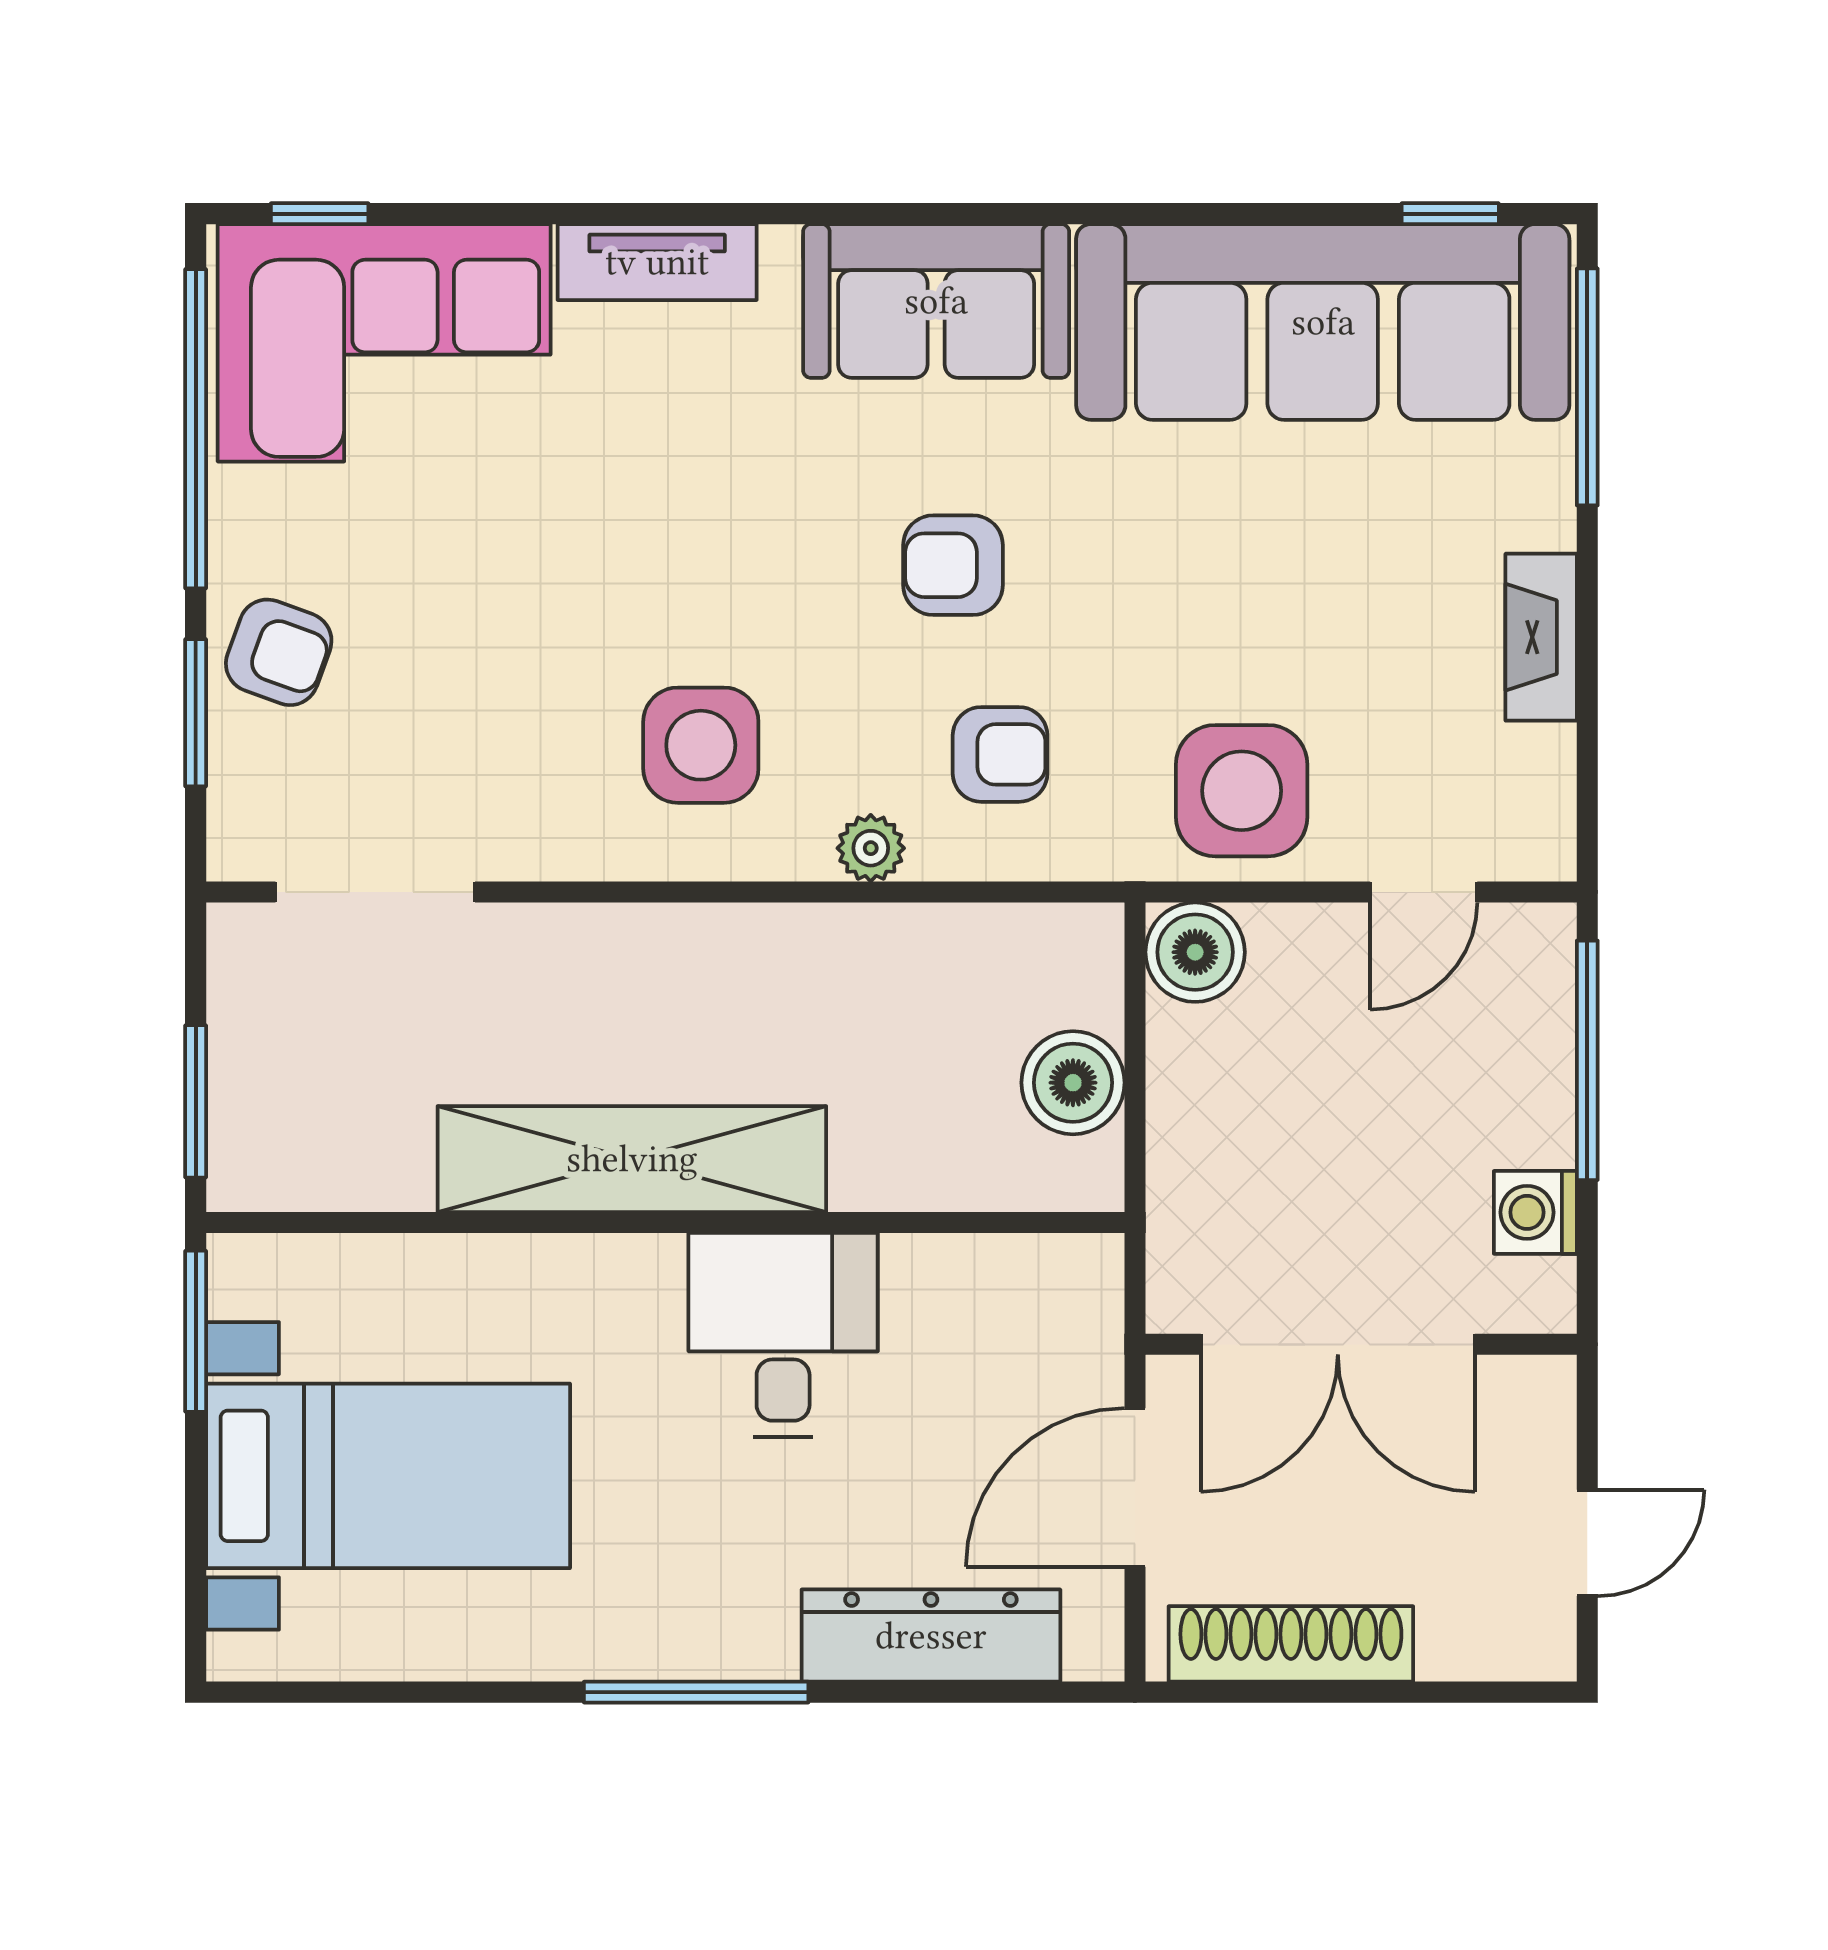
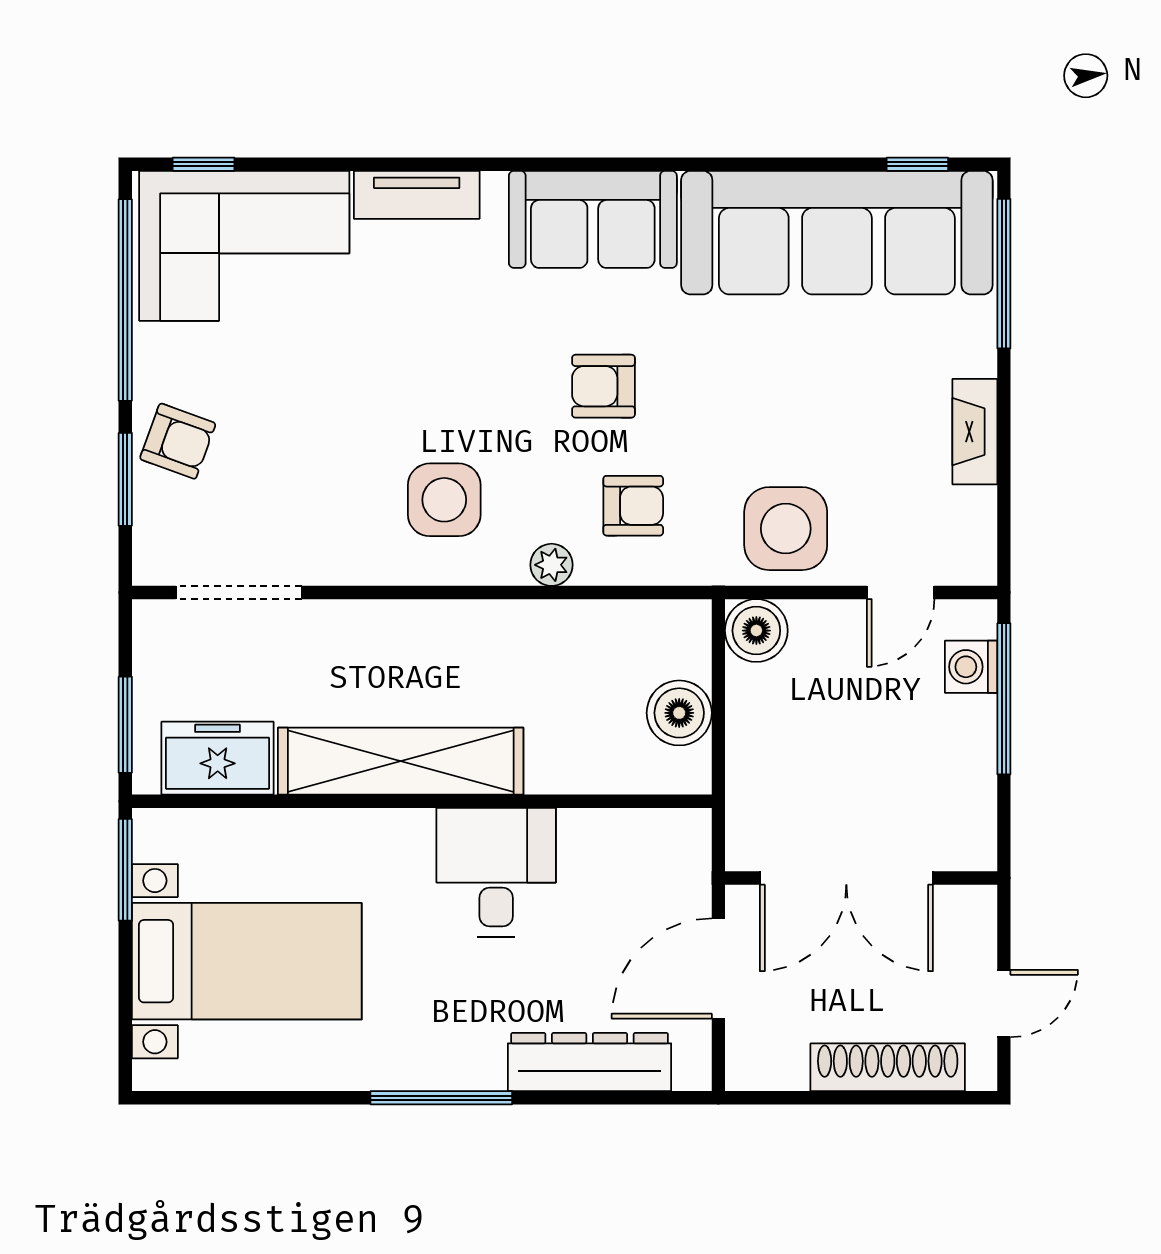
freezer: (342, 1154) -> (218, 758), added
washing machine: (1535, 1212) -> (971, 667), moved
shoe rack: (1291, 1644) -> (888, 1067), moved

